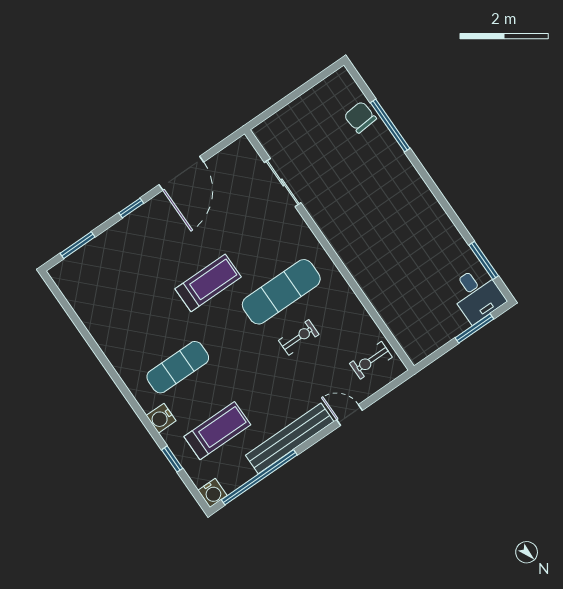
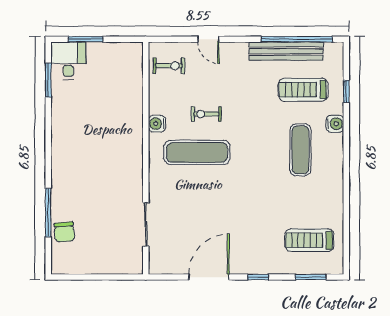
treadmill: (208, 283) -> (309, 240), moved
exercise mat: (178, 367) -> (300, 150), turned 90
bench: (290, 438) -> (286, 51), moved
water cooler: (212, 493) -> (157, 124), moved, turned -90

